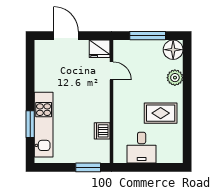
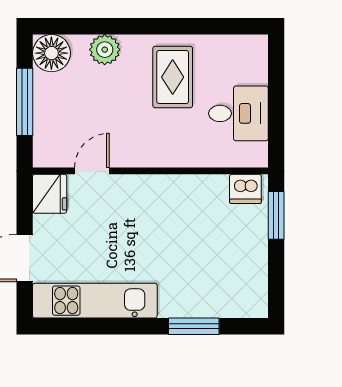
kitchen unit: (44, 125) -> (95, 301), moved
dishwasher: (102, 131) -> (245, 189), moved

